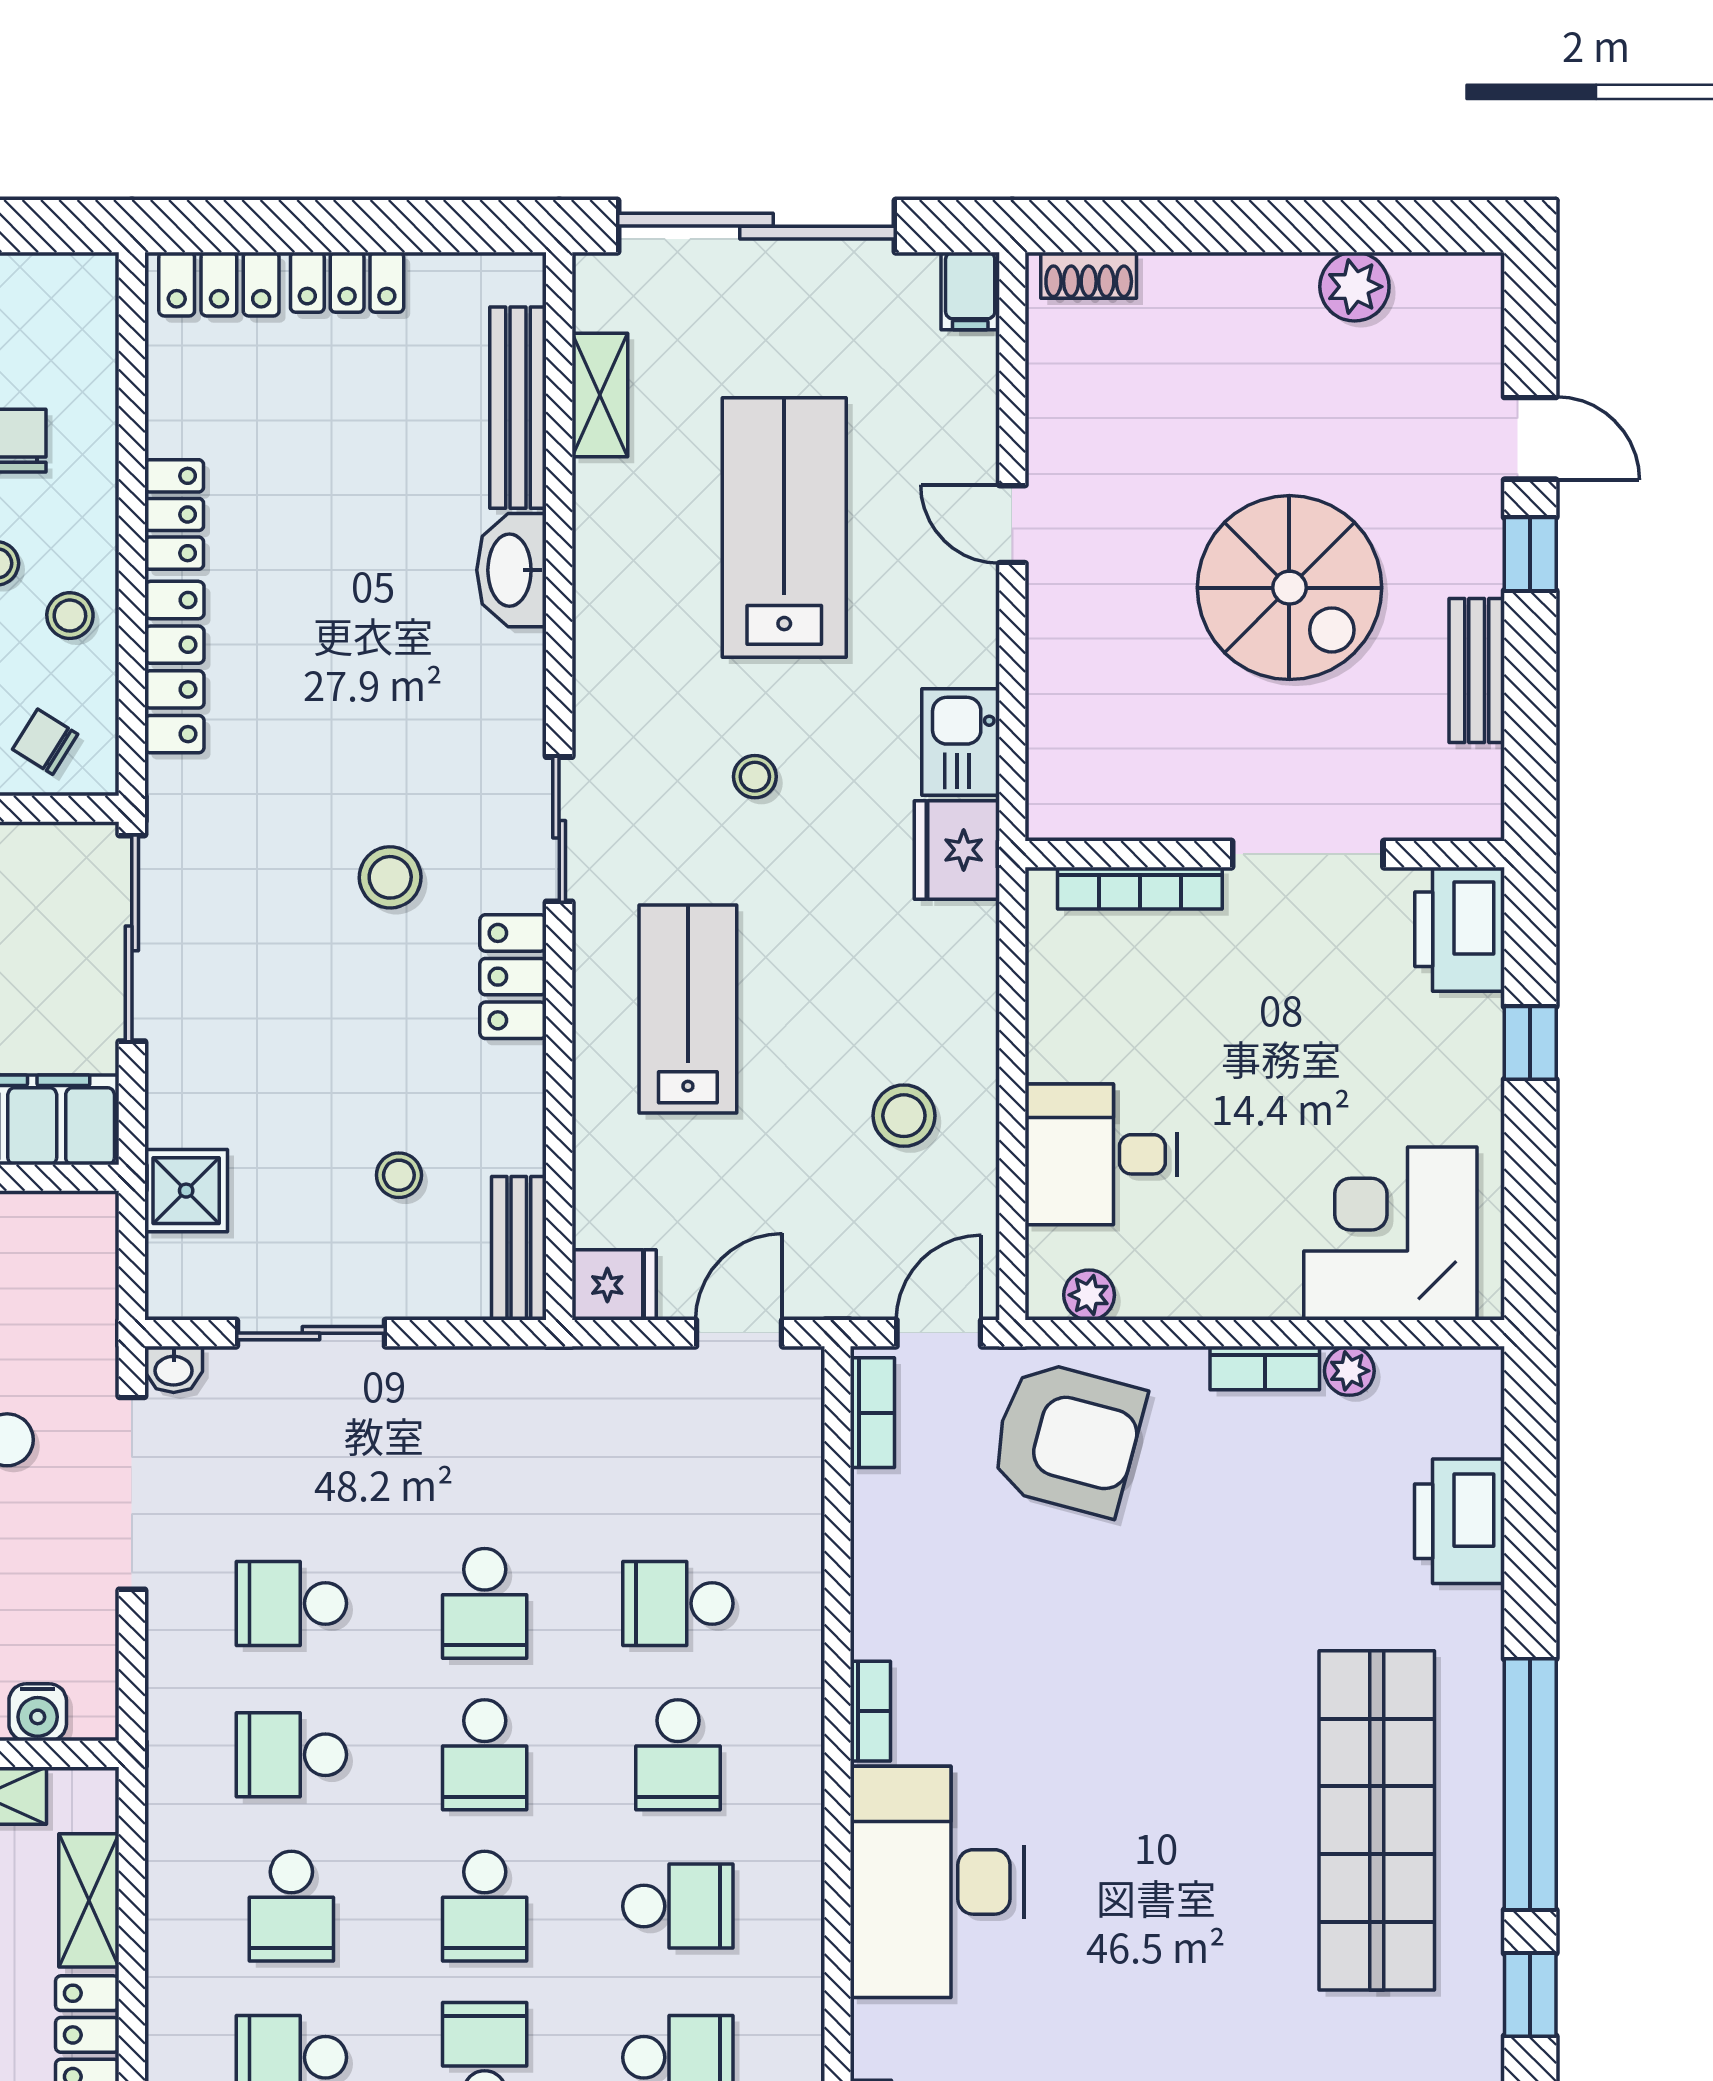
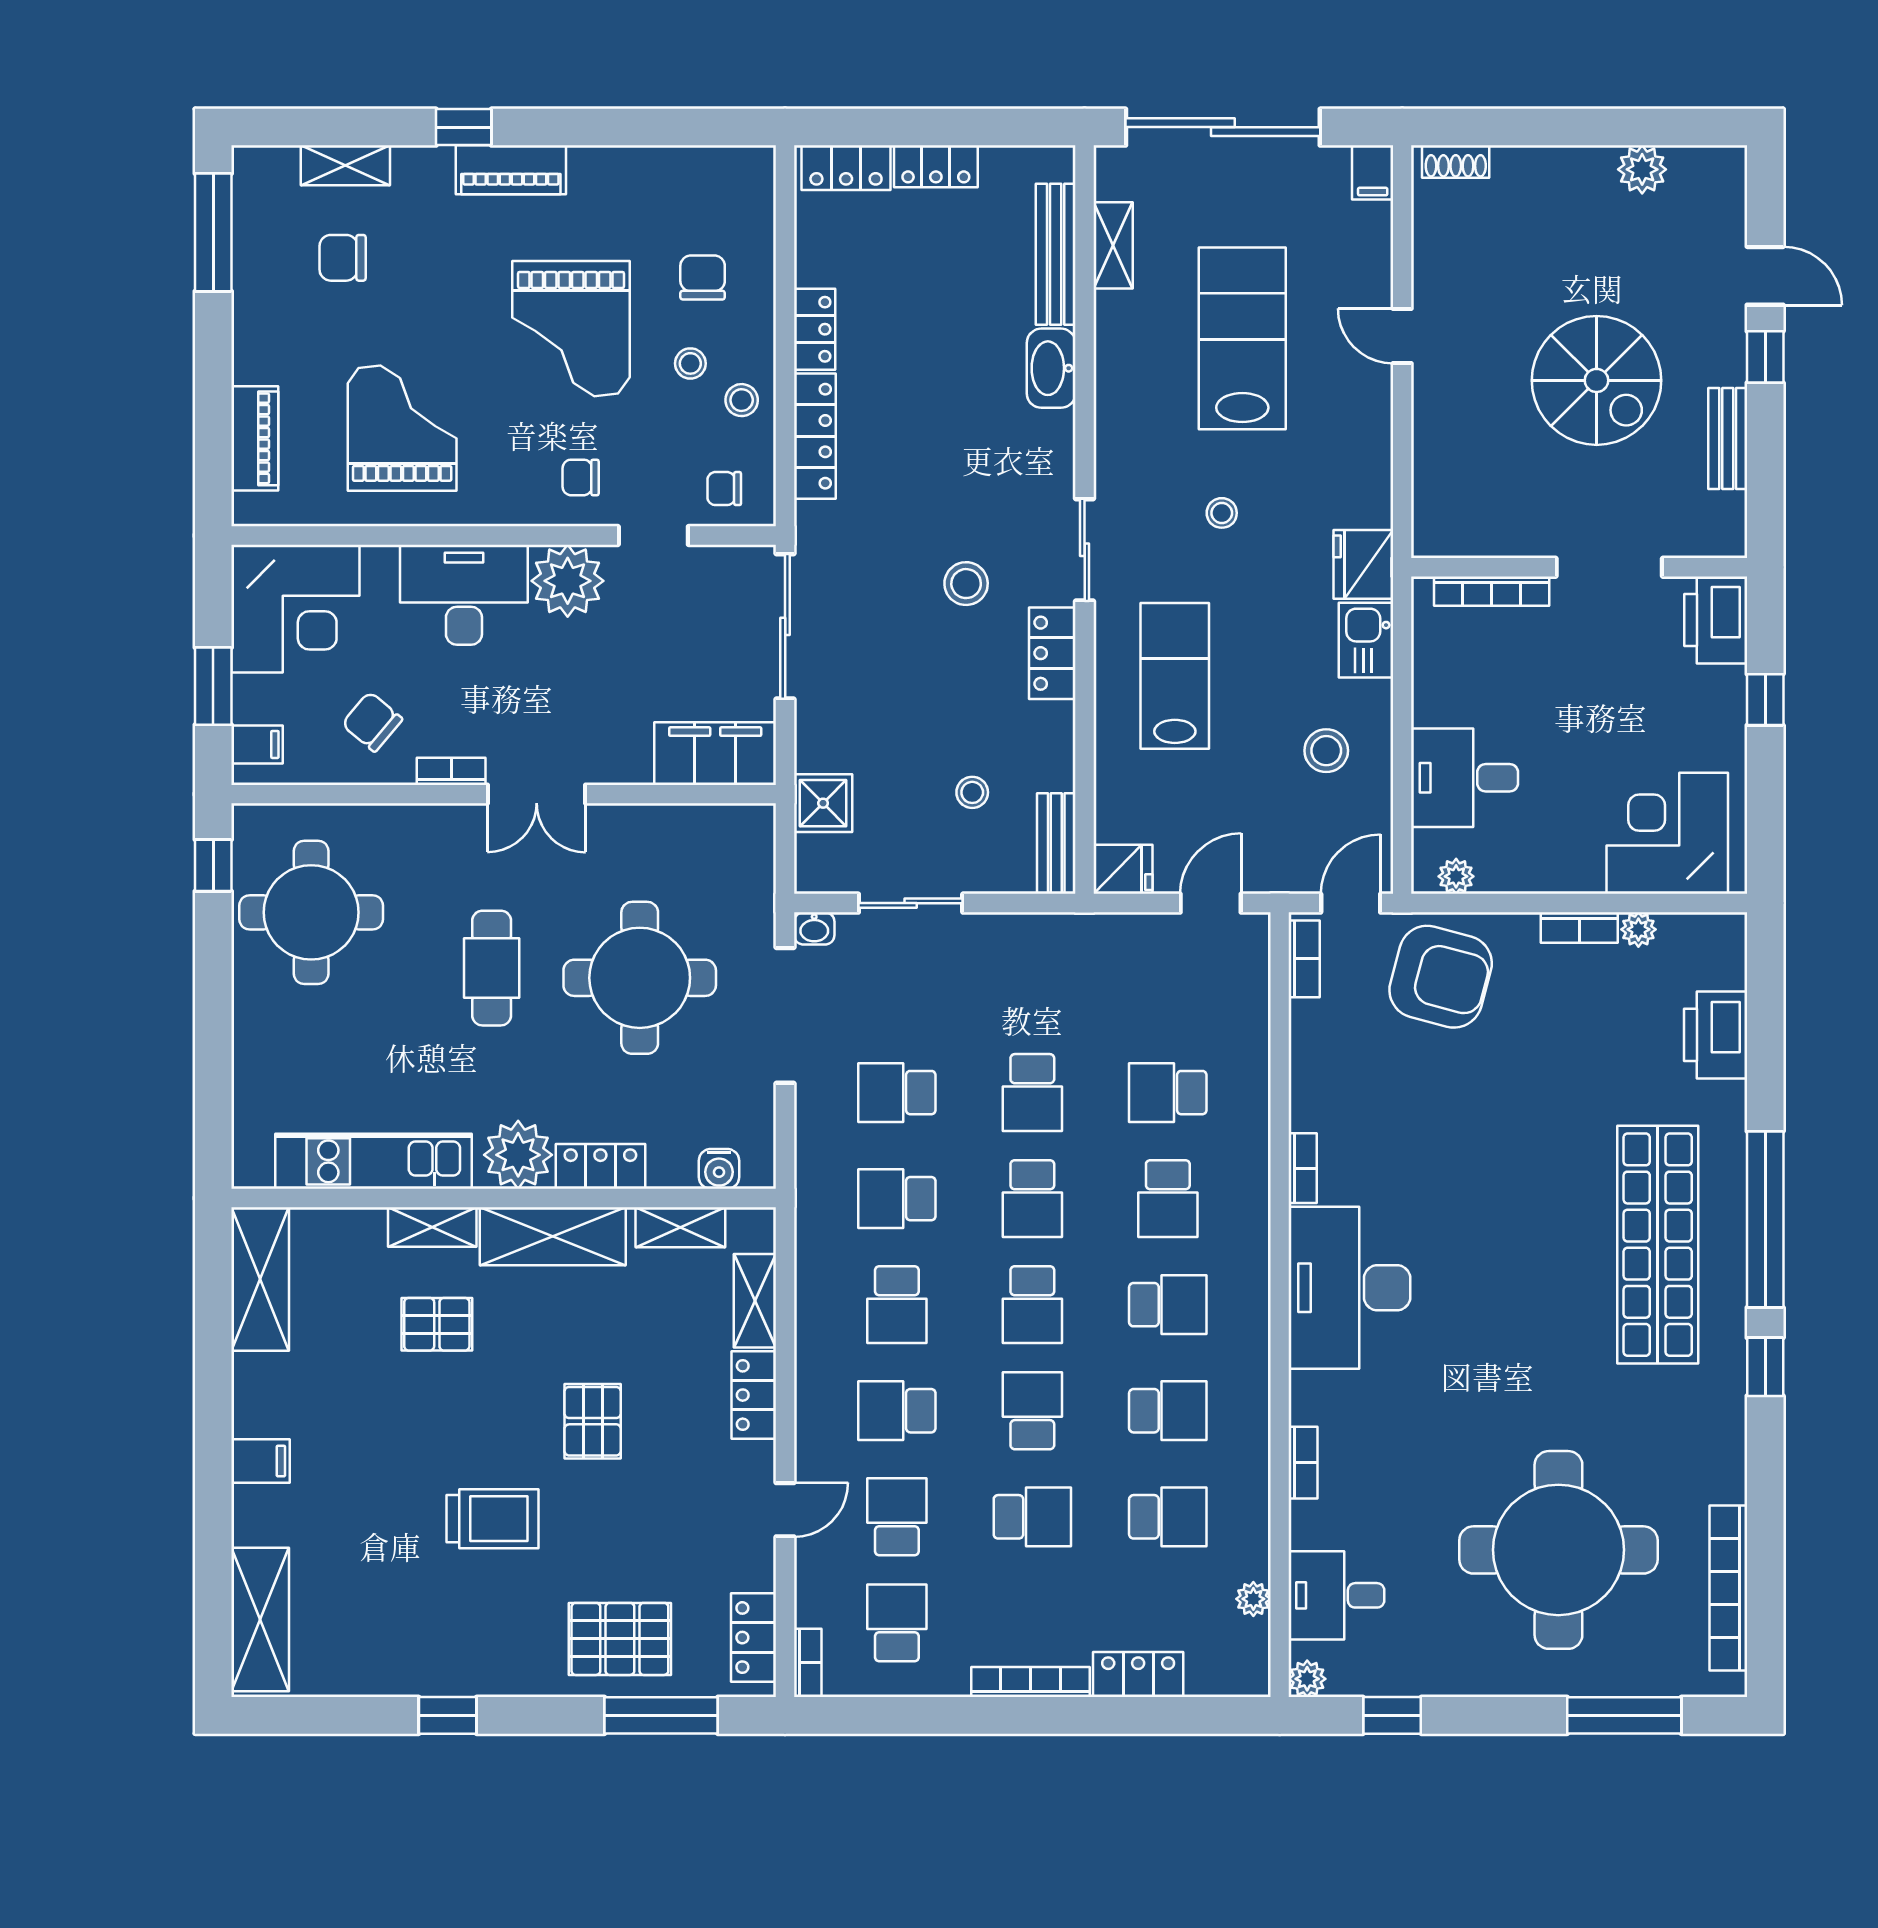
chair: (45, 742) -> (724, 489), turned -32
kitchen sink: (961, 742) -> (1366, 640), moved

